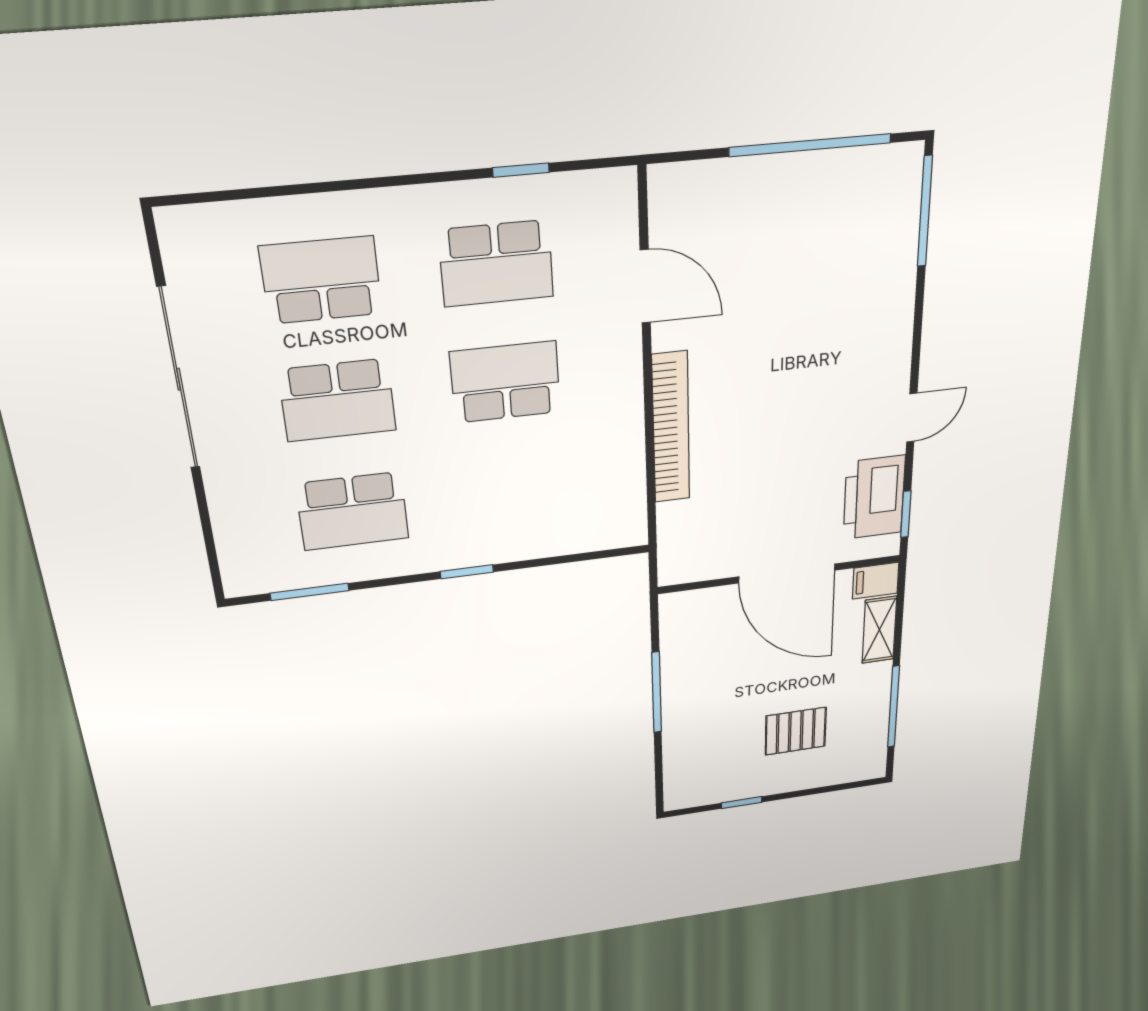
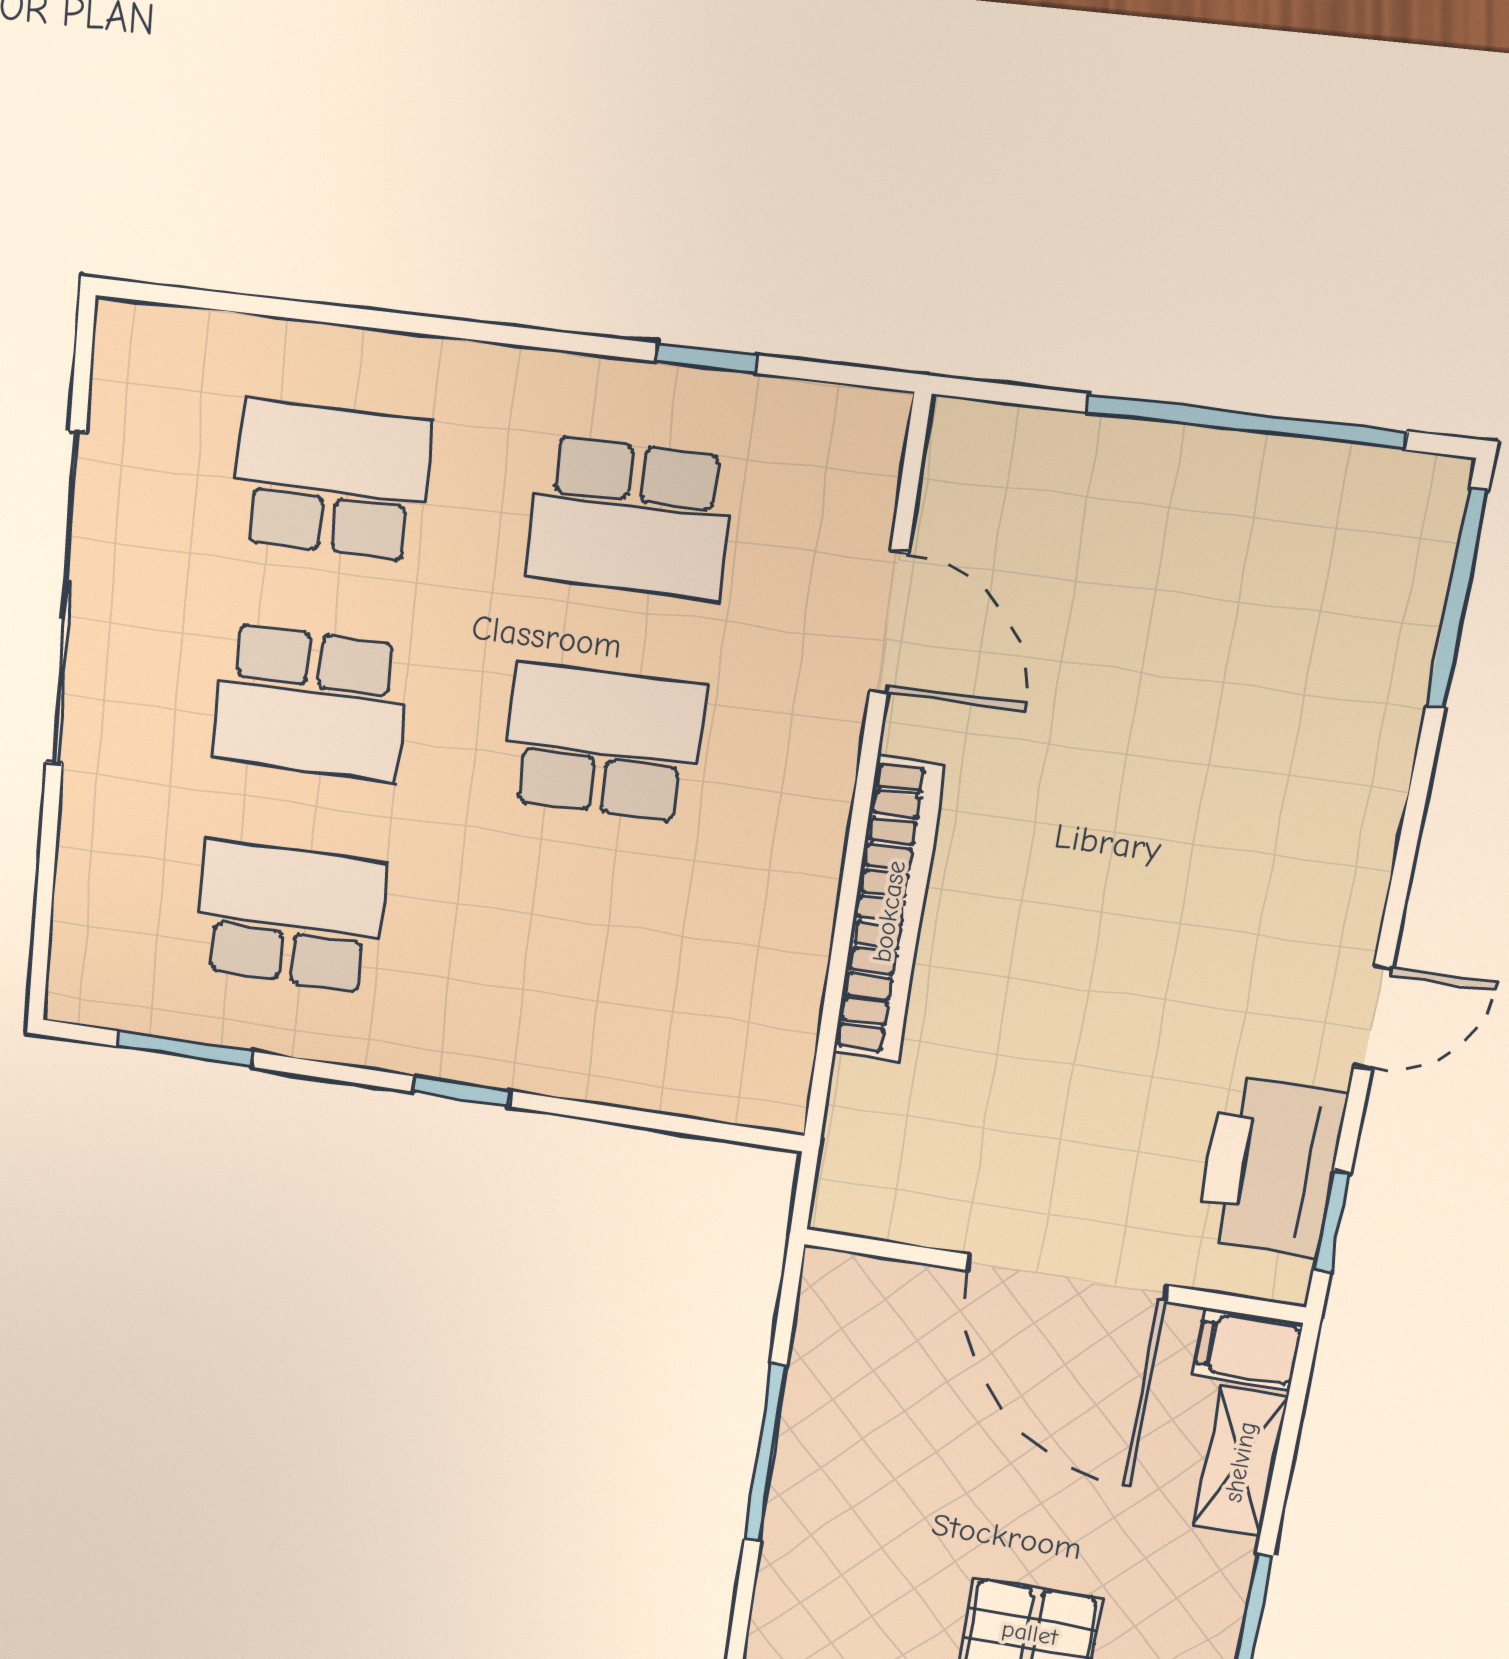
school desk: (352, 511) -> (290, 916), turned 180

